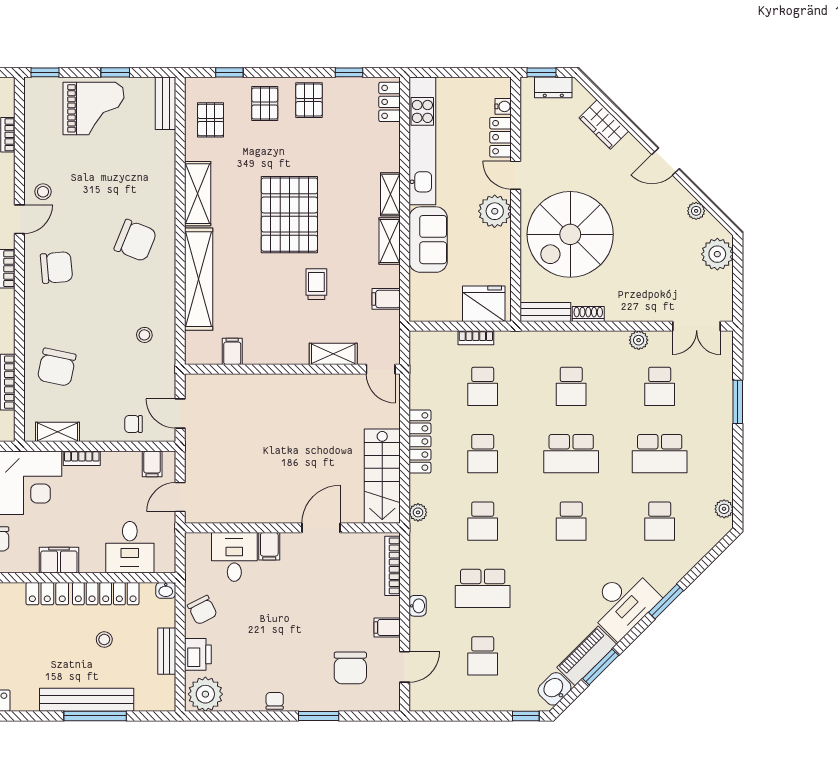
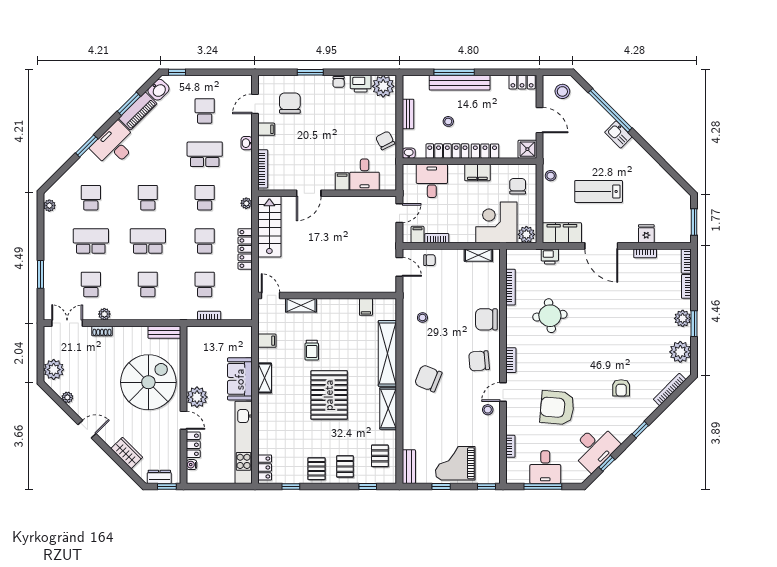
shelving: (390, 194) -> (264, 408), removed
fridge: (484, 304) -> (204, 338), removed
shoe rack: (588, 314) -> (102, 331), moved
chair: (57, 367) -> (486, 319), moved, turned -102
bookcase: (82, 458) -> (437, 238), moved
printer: (198, 654) -> (361, 84), moved, turned -90

